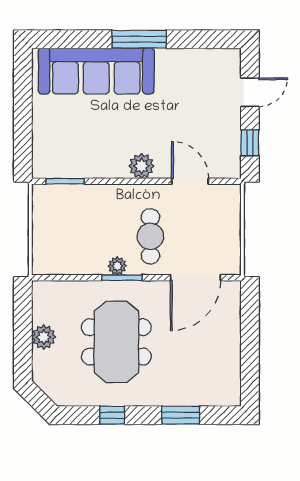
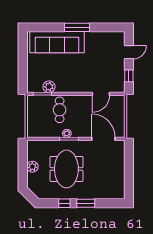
plant: (141, 166) -> (49, 87), moved
door: (190, 181) -> (101, 94), swing flipped
cafe table: (150, 236) -> (60, 110), moved
door: (195, 278) -> (103, 139), swing flipped
window: (181, 415) -> (86, 203), moved

